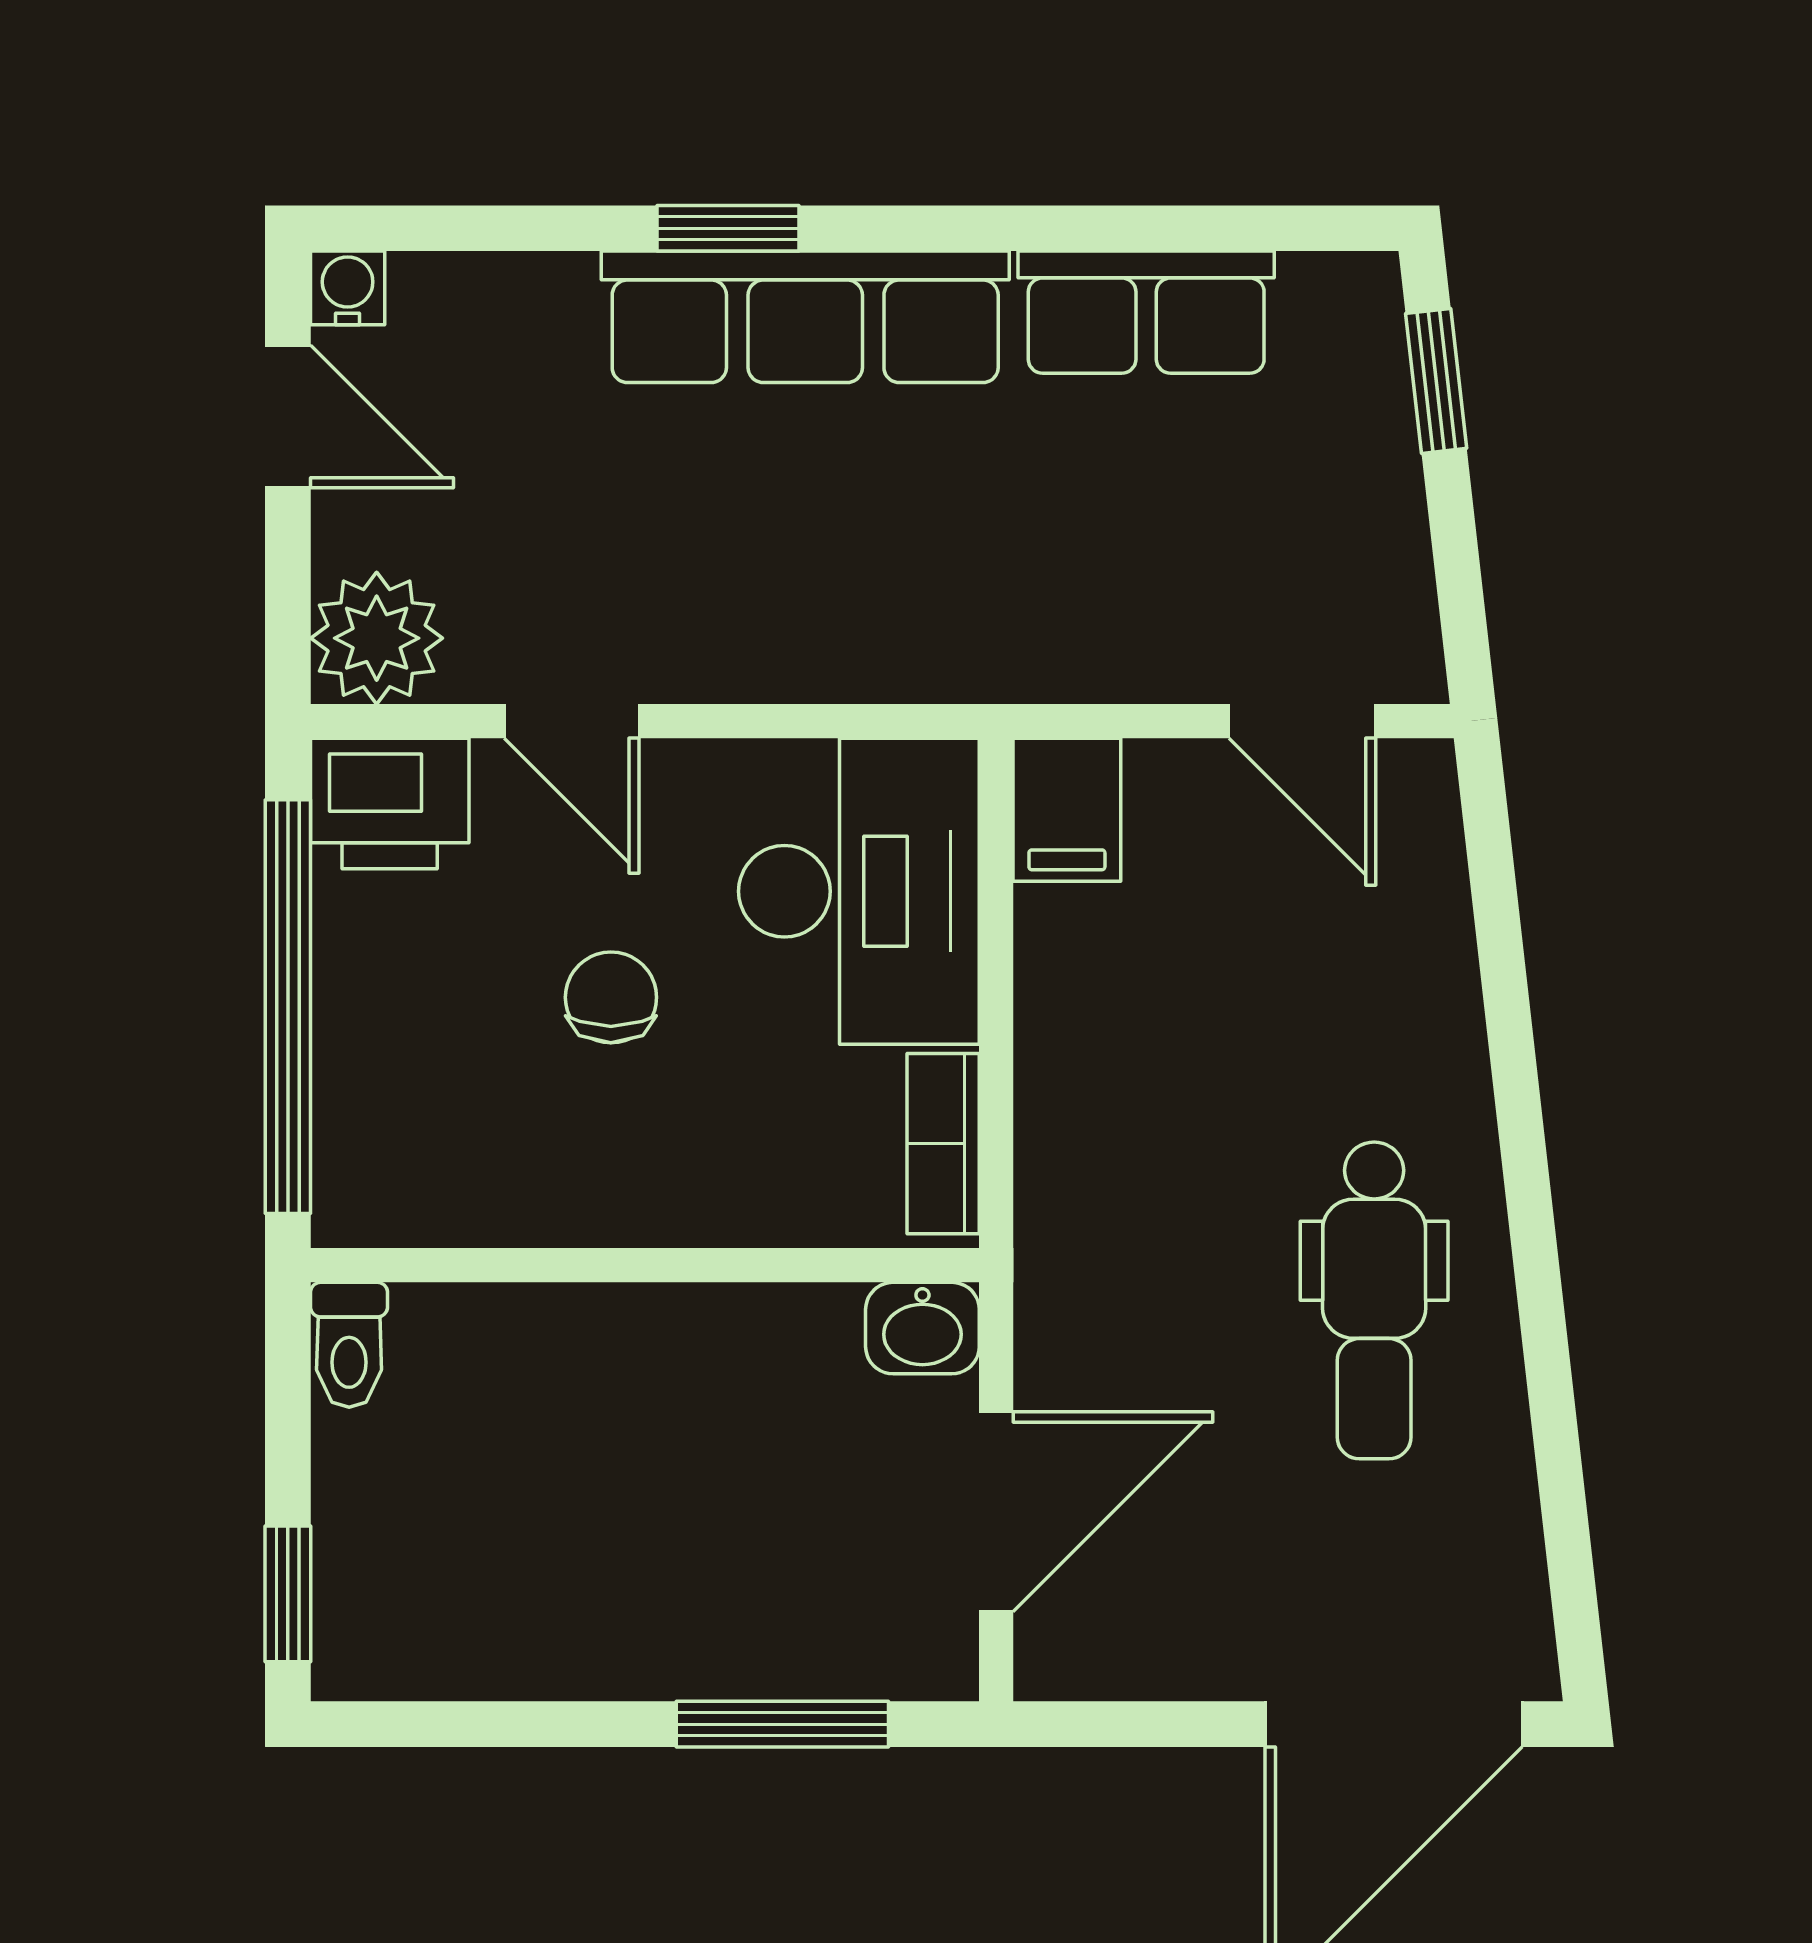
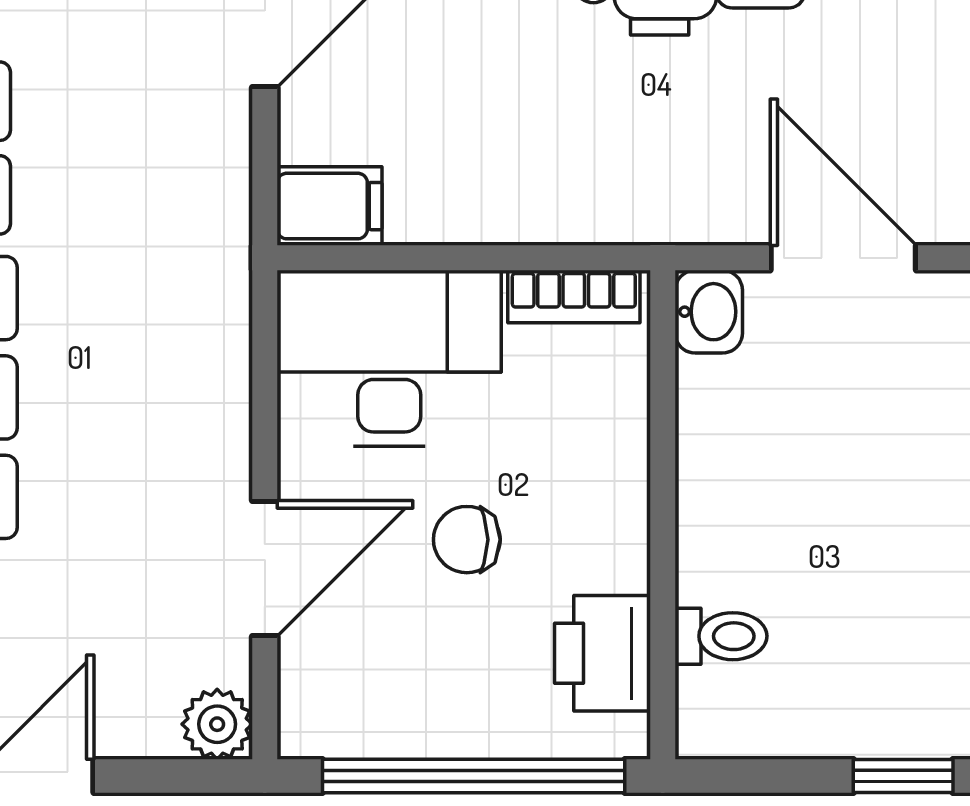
plant: (377, 638) -> (217, 724), width x0.73, depth x0.73
door: (572, 721) -> (265, 568), width x1.38
printer: (390, 804) -> (602, 653), moved, turned 180
toilet: (349, 1345) -> (721, 636), moved

